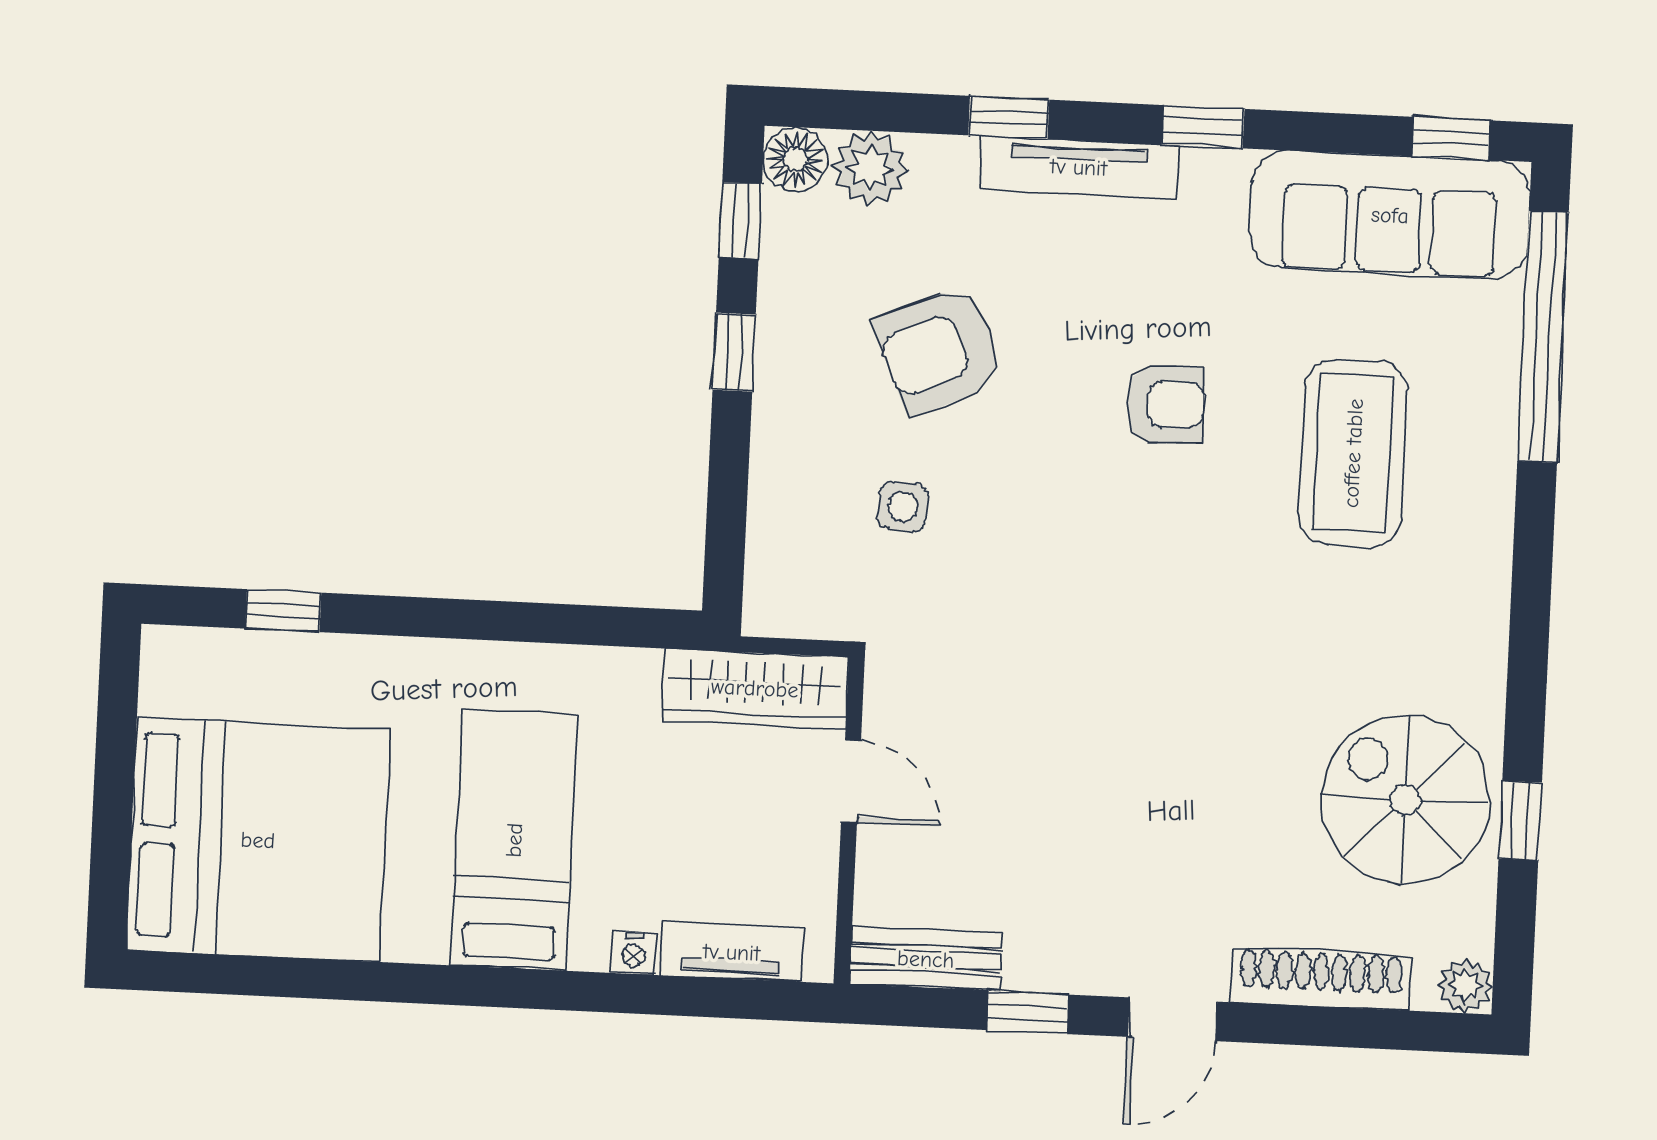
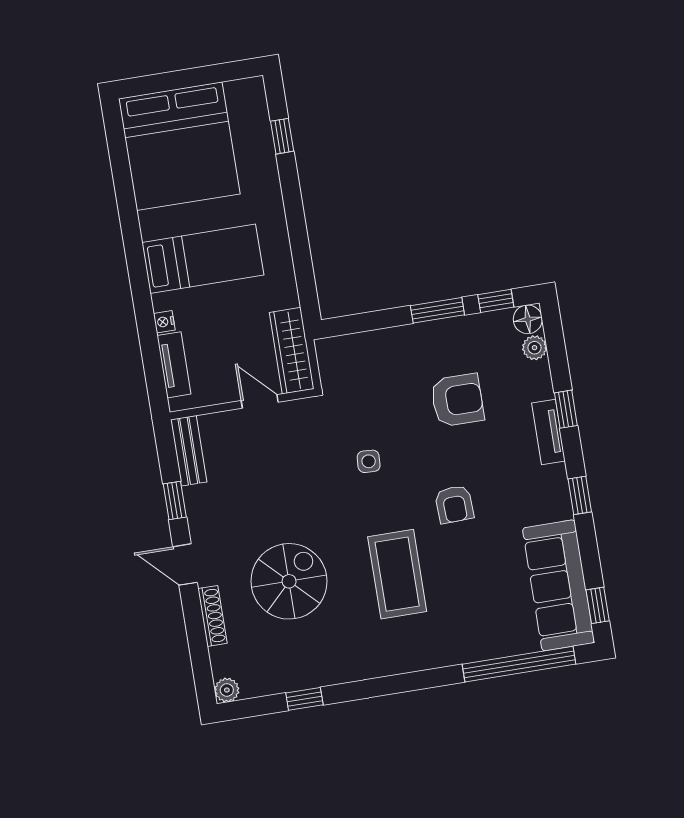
tv unit: (1079, 167) -> (548, 432), width x0.71
plant: (870, 168) -> (534, 348), width x0.73, depth x0.73
armchair: (939, 350) -> (457, 400), turned 114
window: (734, 352) -> (437, 310), width x1.50
coffee table: (1353, 453) -> (397, 574), moved, turned 90
side table: (903, 506) -> (369, 461), moved
door: (851, 781) -> (260, 401), swing flipped
spiral stairs: (1405, 800) -> (289, 581), moved
shoe rack: (1321, 979) -> (212, 616), width x0.74, depth x0.81

